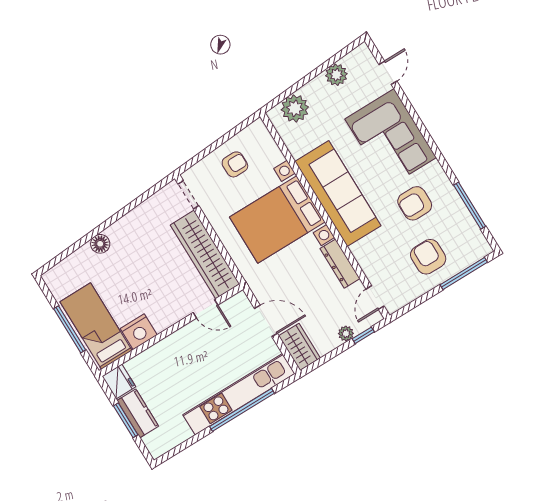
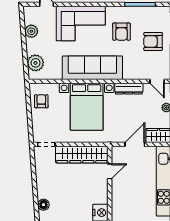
armchair: (235, 164) -> (41, 101), moved

